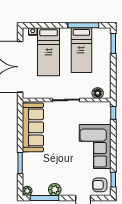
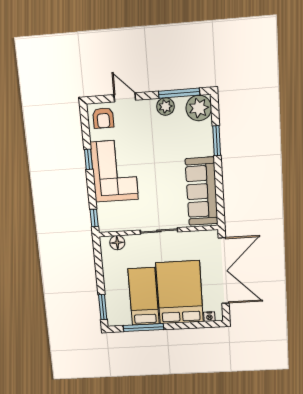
bed: (49, 52) -> (180, 292), width x1.50
window: (113, 180) -> (88, 159), moved
armchair: (100, 185) -> (103, 118), turned 90
plant: (27, 191) -> (199, 108), width x1.87, depth x1.87

